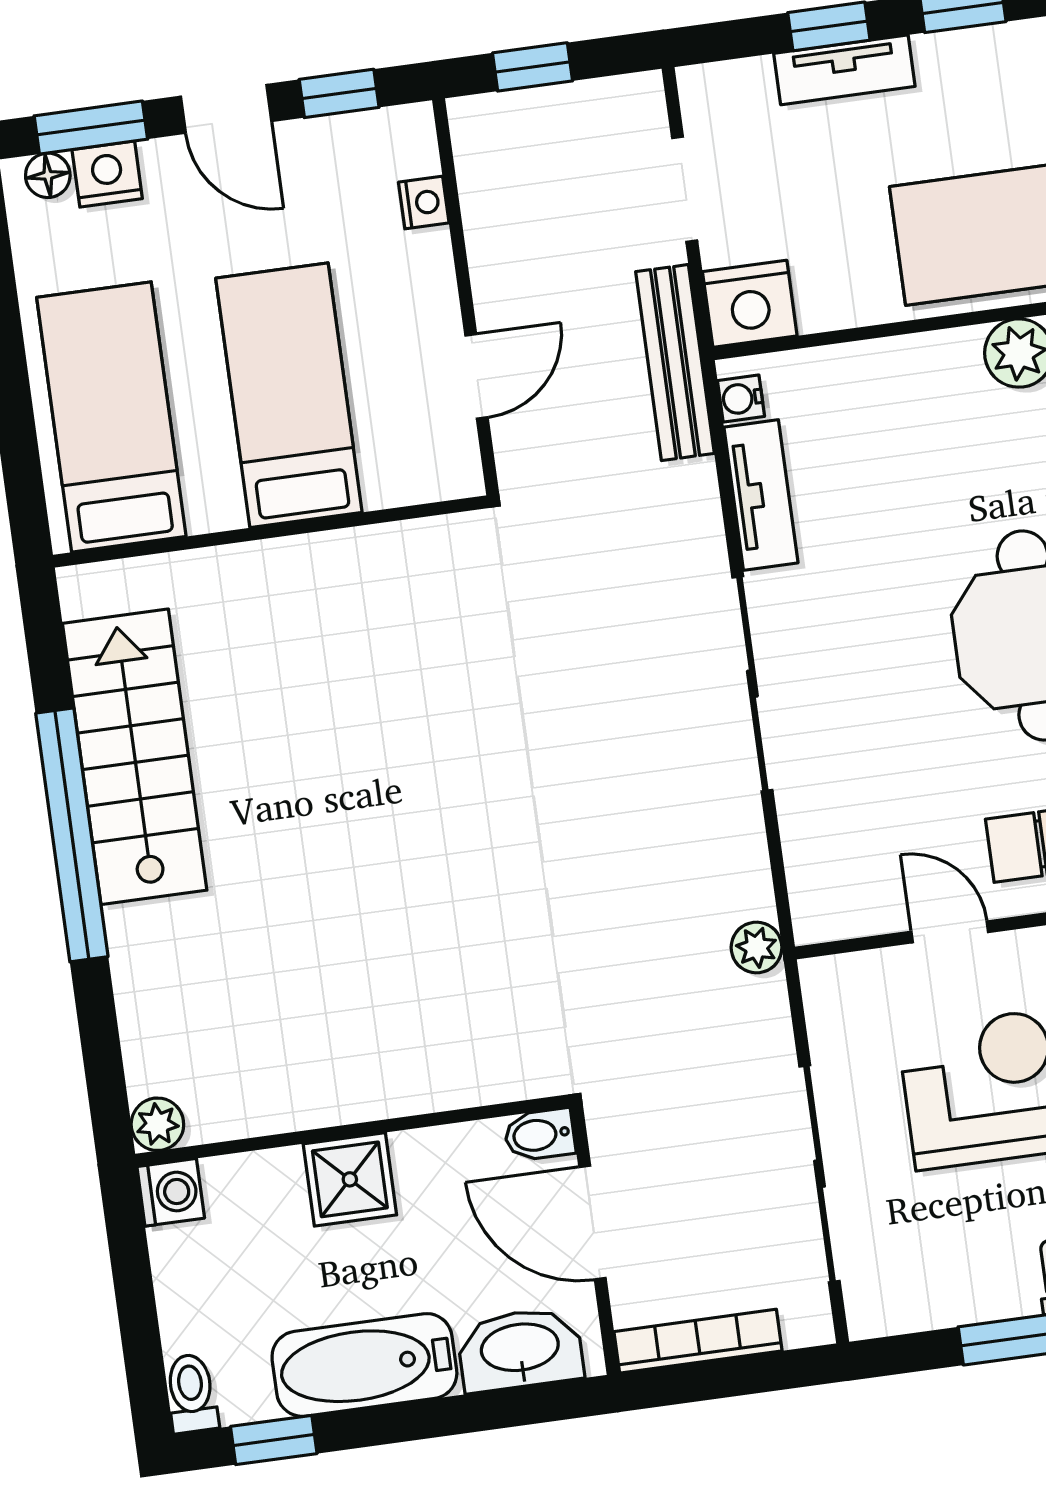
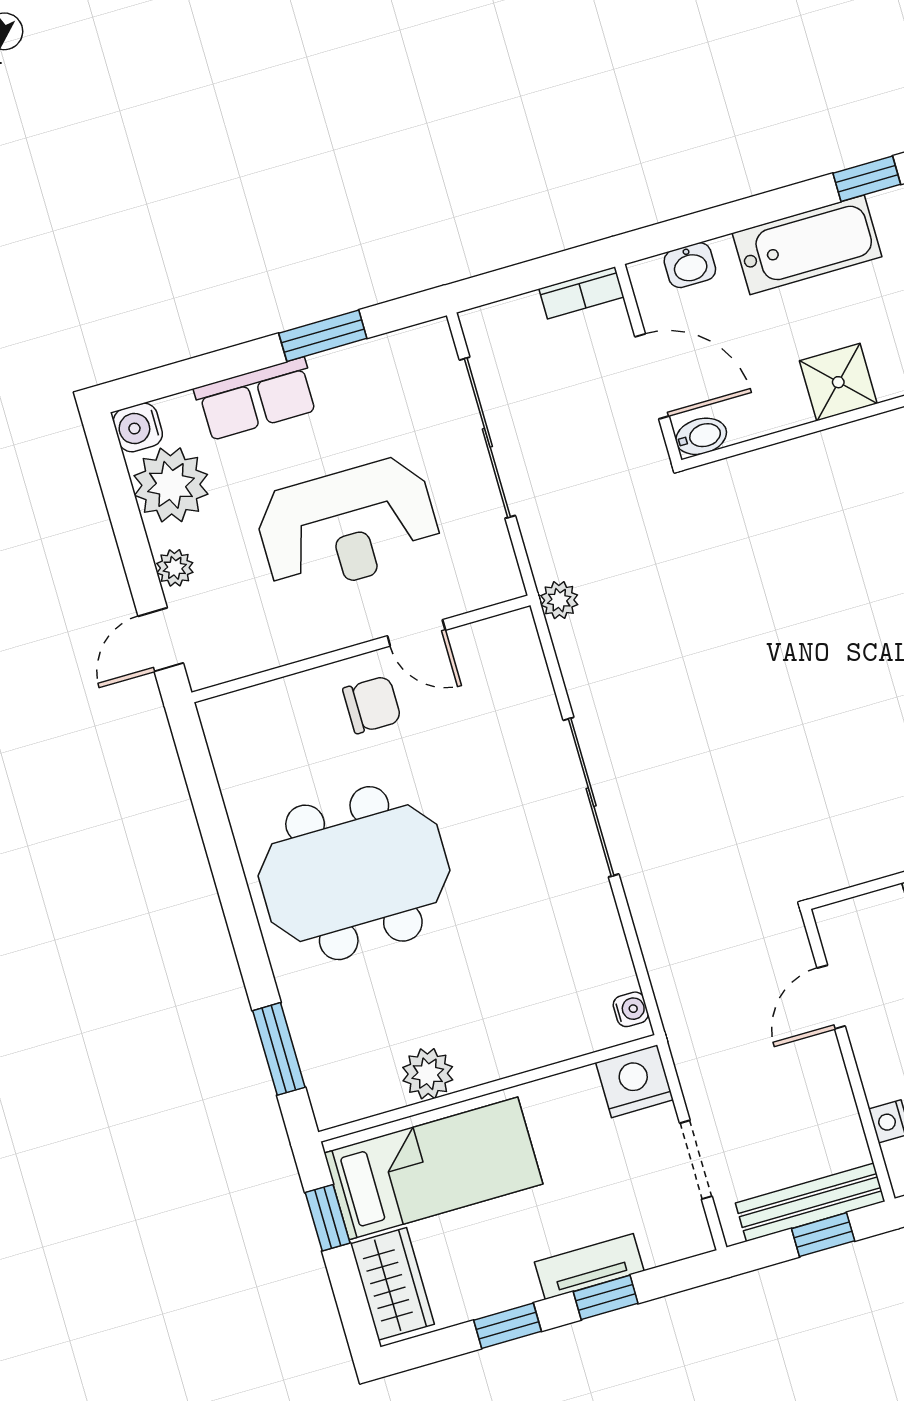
bench: (675, 363) -> (810, 1202), moved, turned 90
tv unit: (761, 495) -> (605, 939), removed
bookcase: (698, 1341) -> (581, 293), width x0.64
washbasin: (520, 1349) -> (690, 265), width x0.52, depth x0.69

